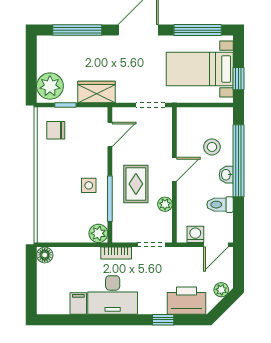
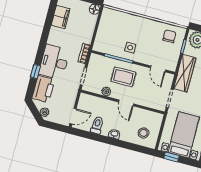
wardrobe: (97, 92) -> (185, 73), width x1.50
stool: (212, 147) -> (143, 133), moved
window: (239, 161) -> (121, 144), removed
plant: (98, 233) -> (99, 46), removed
washing machine: (195, 234) -> (83, 105), removed
door: (216, 245) -> (73, 116), swing flipped
desk: (113, 295) -> (54, 62), moved
filing cabinet: (78, 303) -> (61, 17), width x2.00

